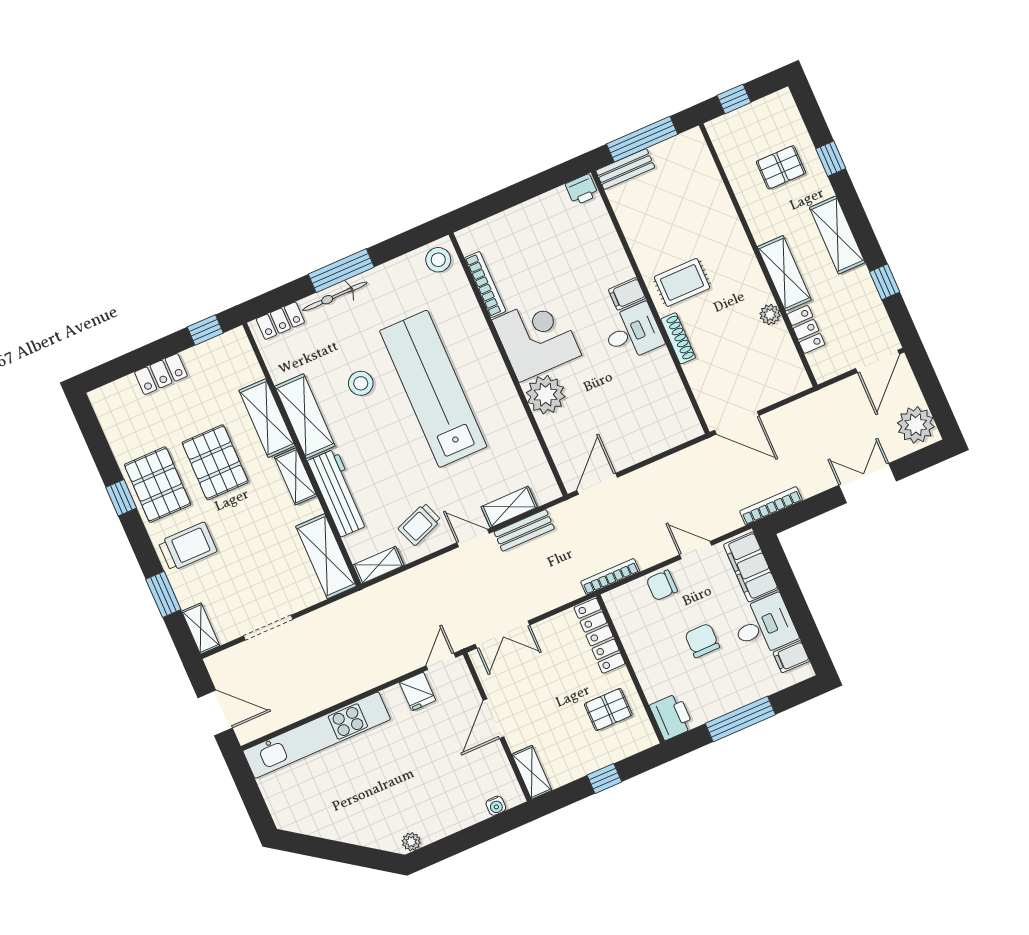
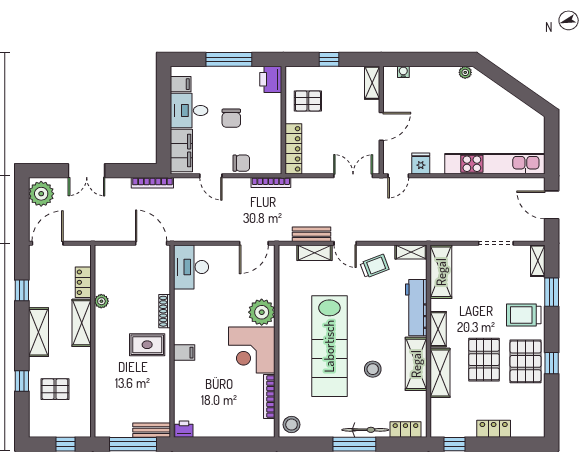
desk: (633, 332) -> (191, 267), moved, width x1.37

